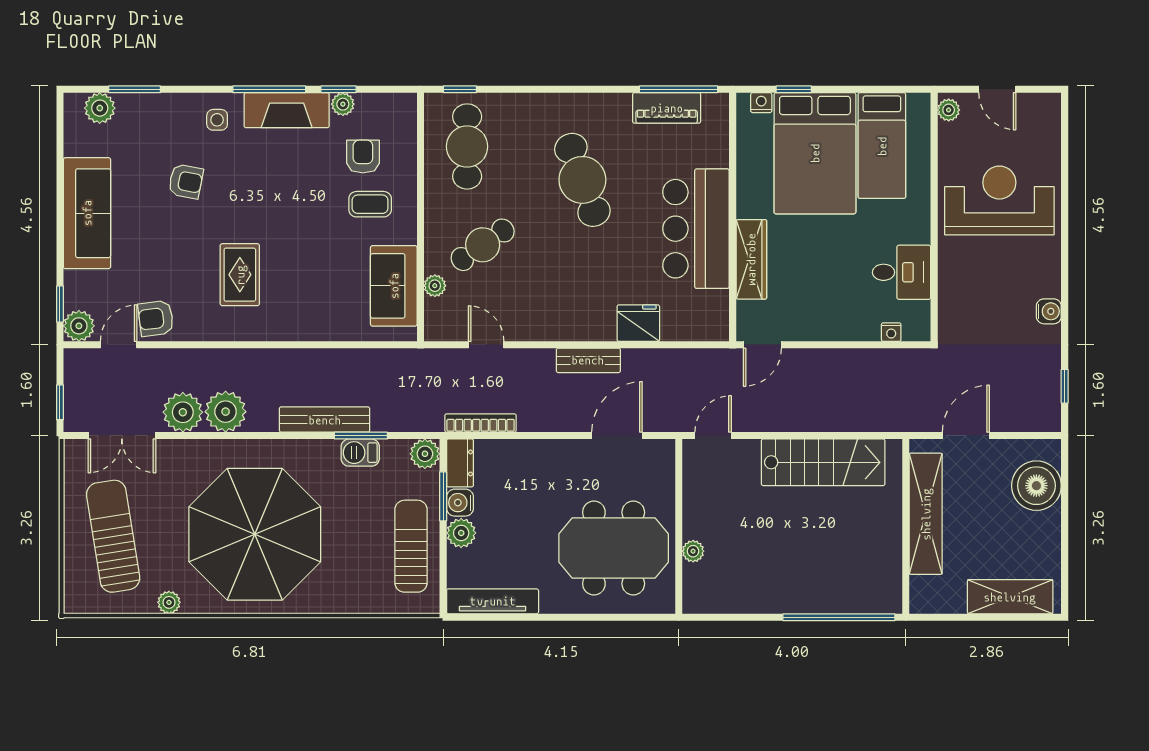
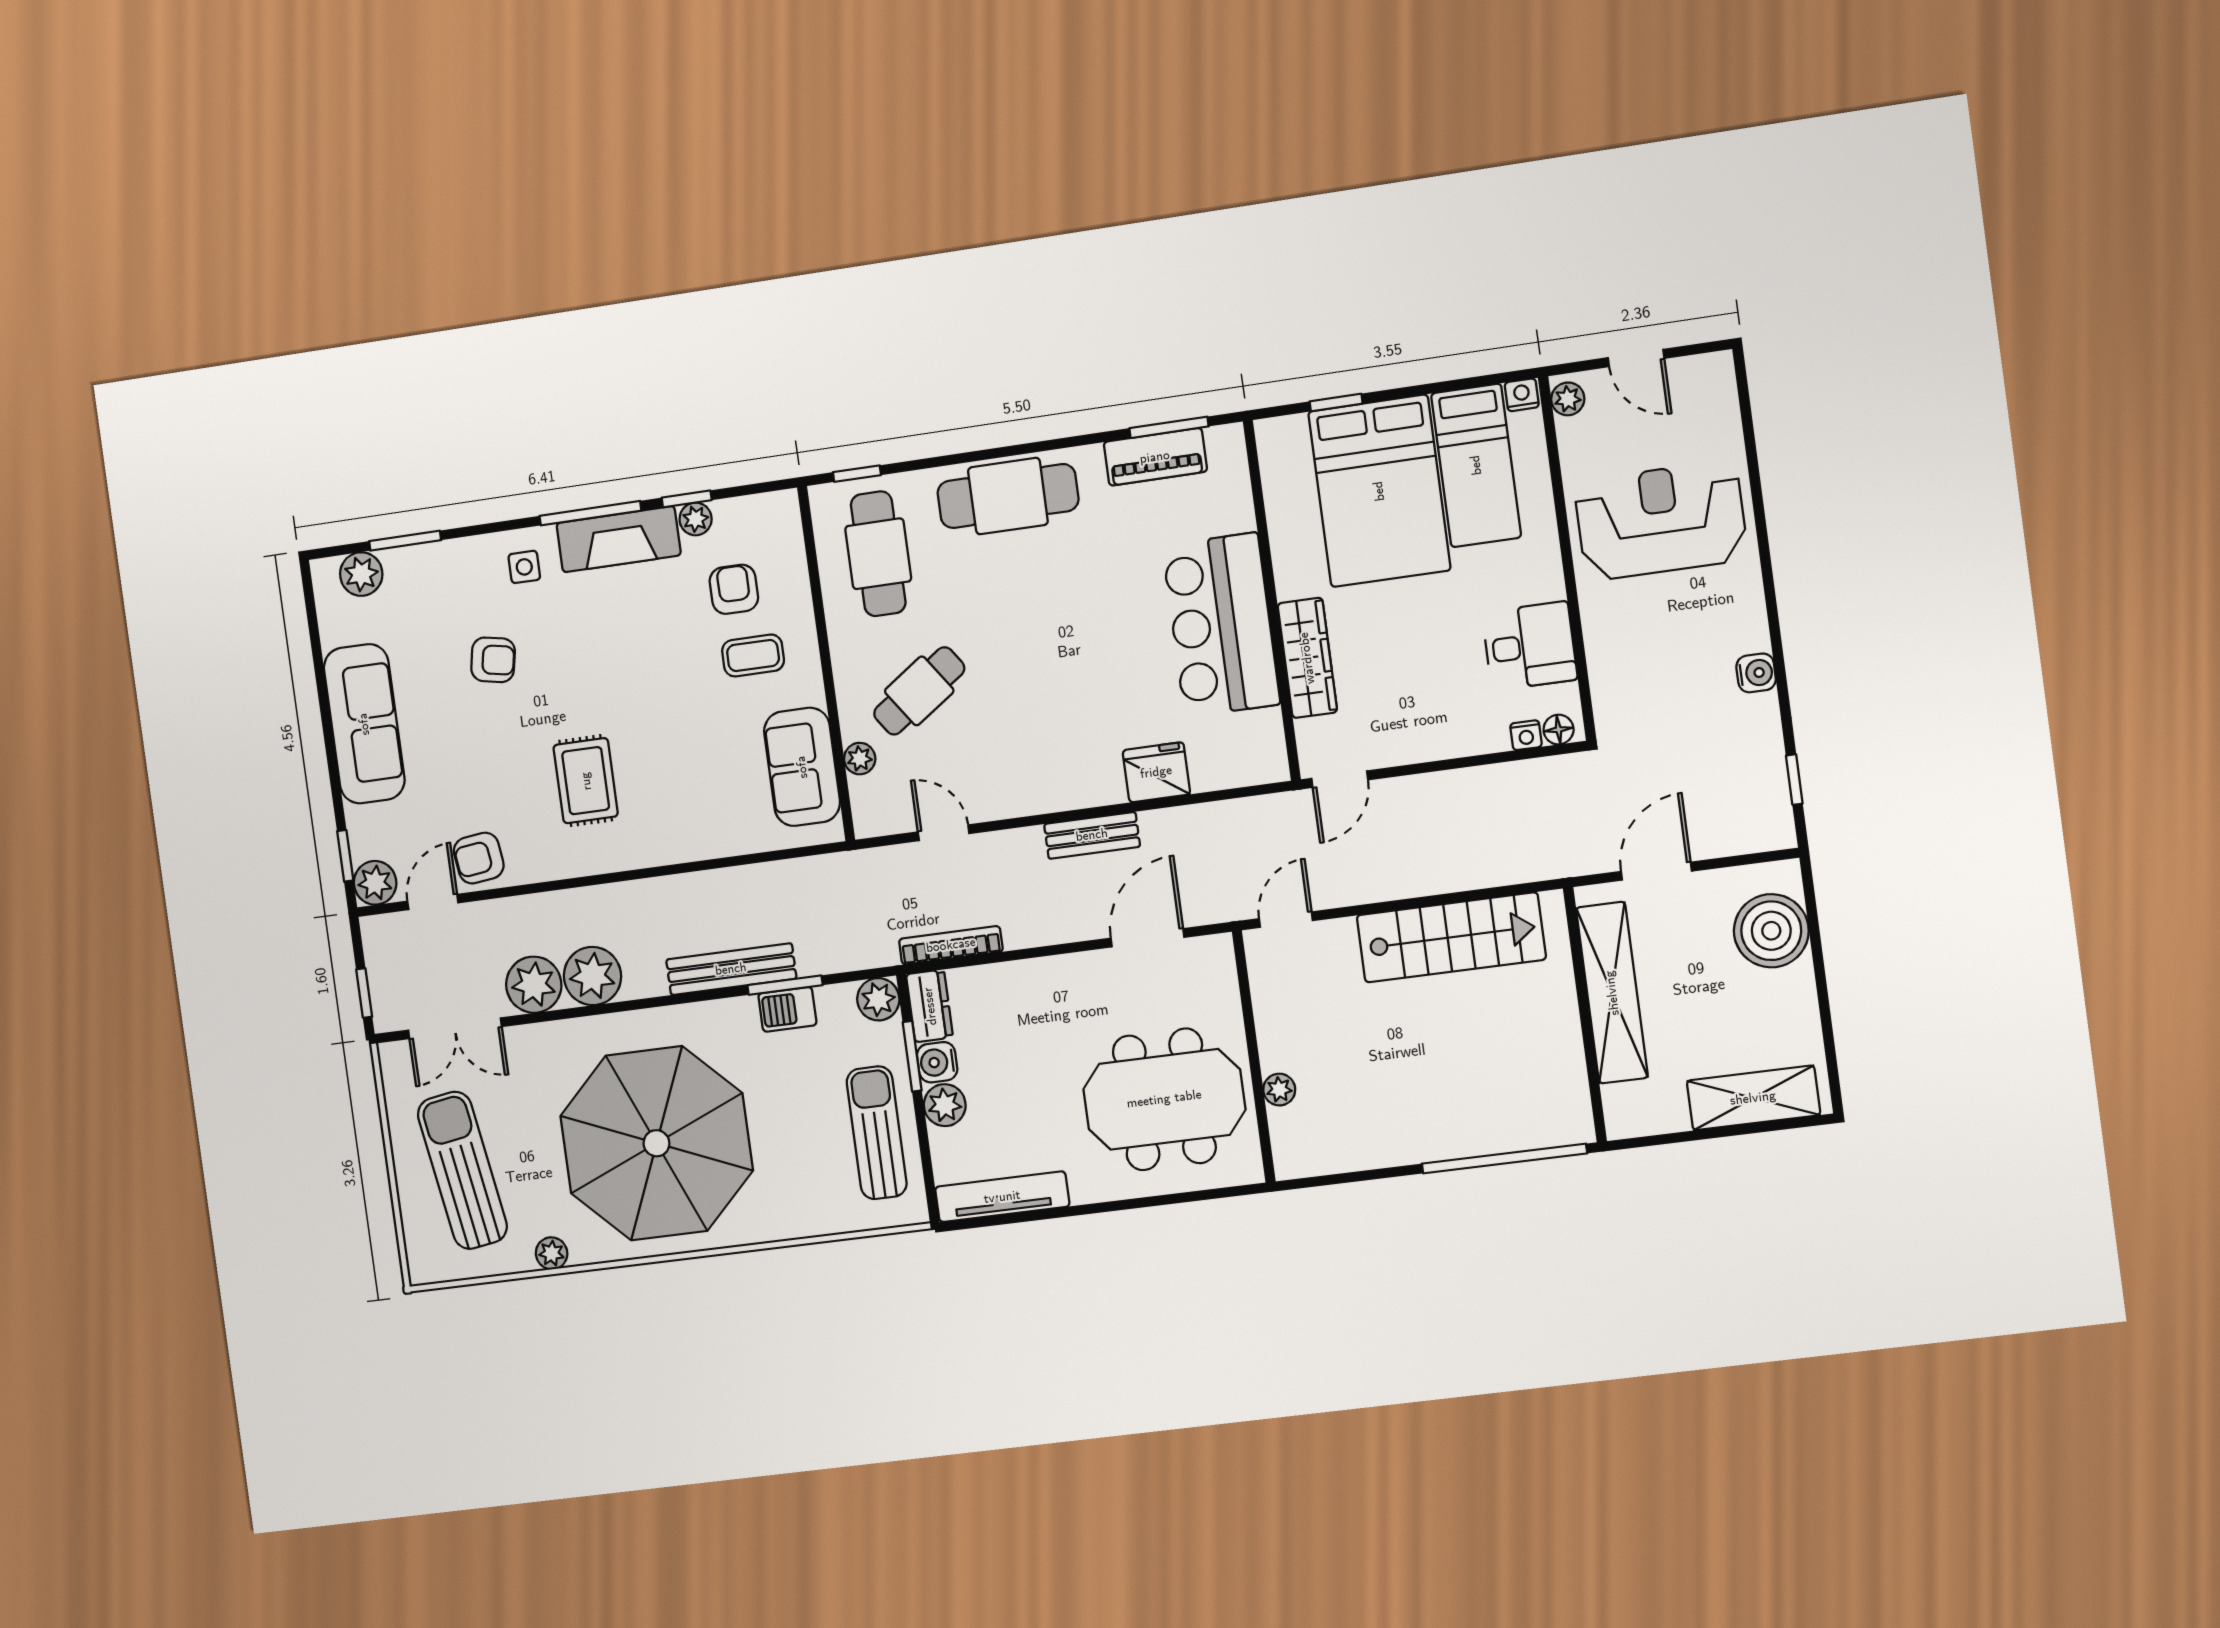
window: (679, 89) -> (1169, 427), width x0.69
nightstand: (761, 103) -> (1522, 395), moved
cafe table: (582, 180) -> (1008, 496), moved, turned -70
floor lamp: (913, 331) -> (1559, 730), added

